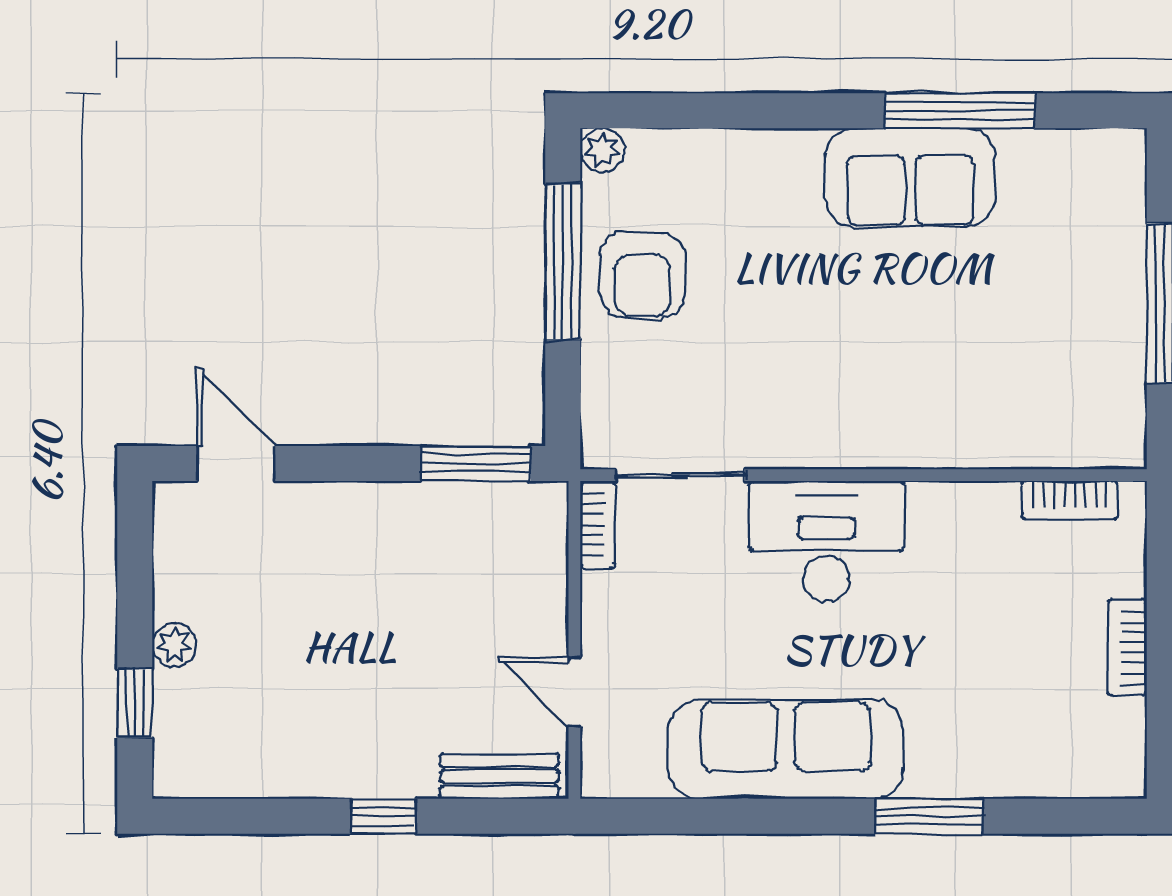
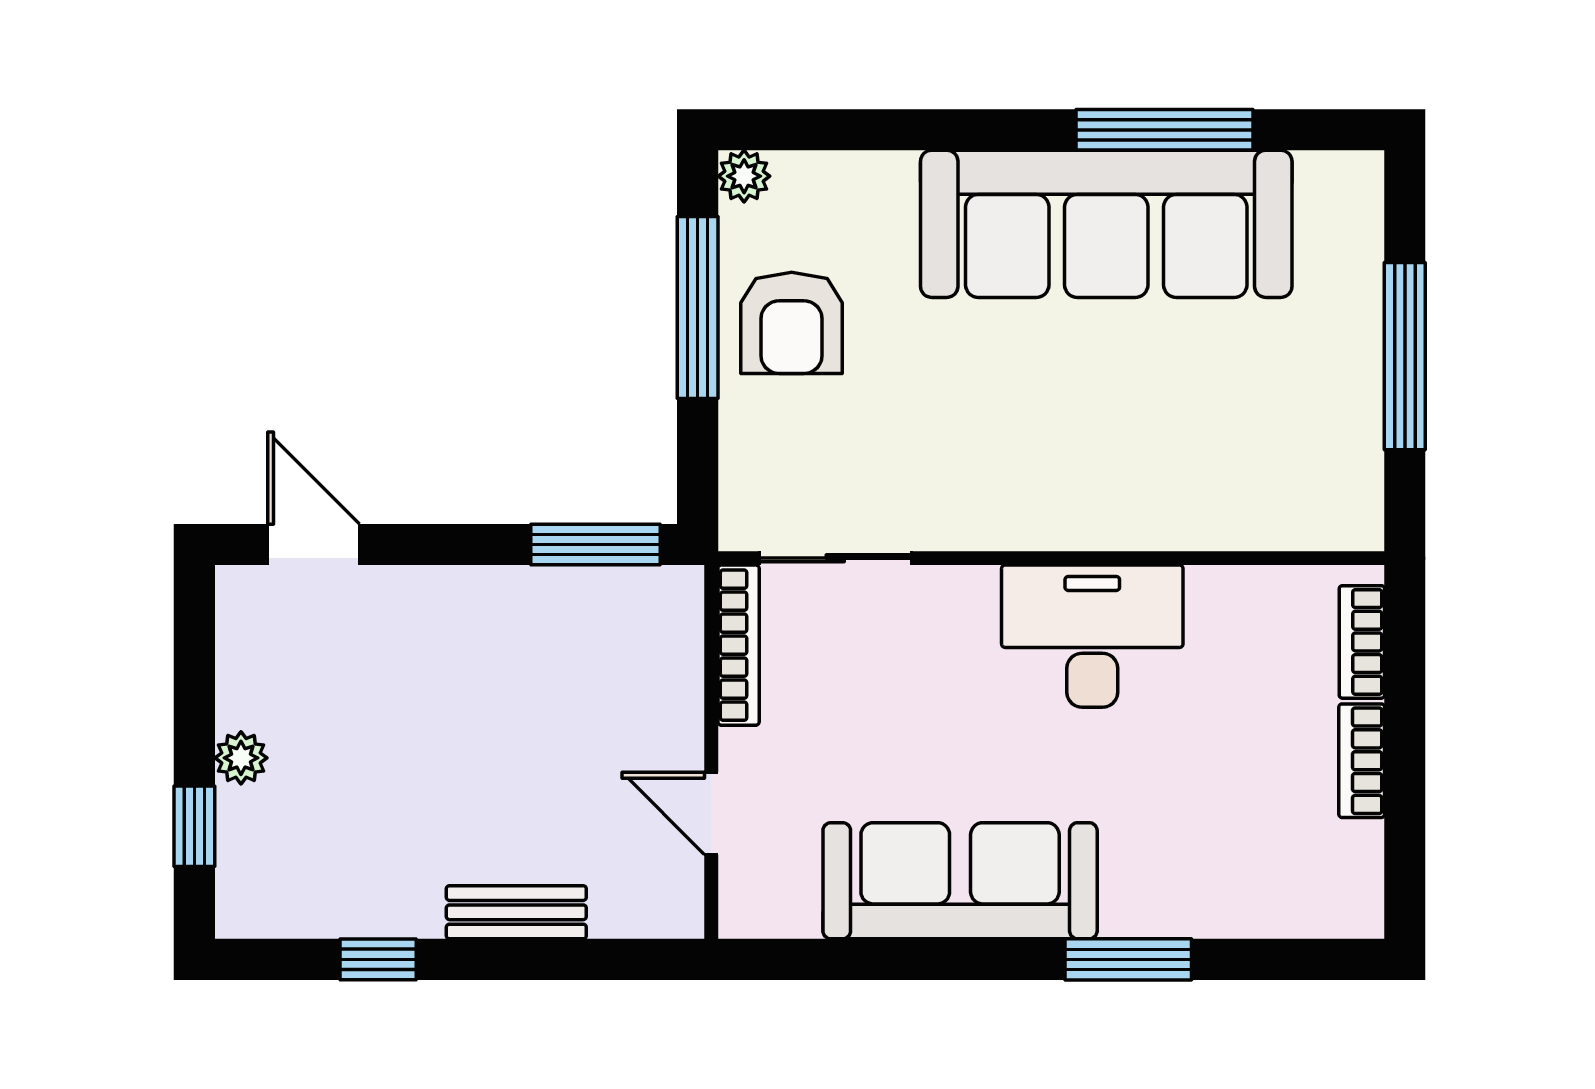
sofa: (910, 177) -> (1106, 224), width x1.85, depth x1.27
bookcase: (1069, 500) -> (1362, 642), moved, turned 90
bookcase: (598, 524) -> (739, 645), width x1.56
desk: (826, 541) -> (1092, 636), moved
bench: (499, 776) -> (516, 912), moved
window: (384, 816) -> (378, 959), moved

